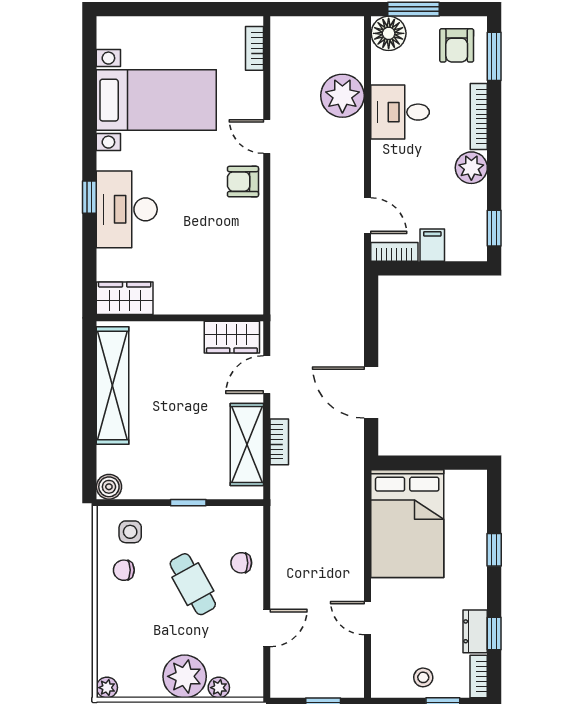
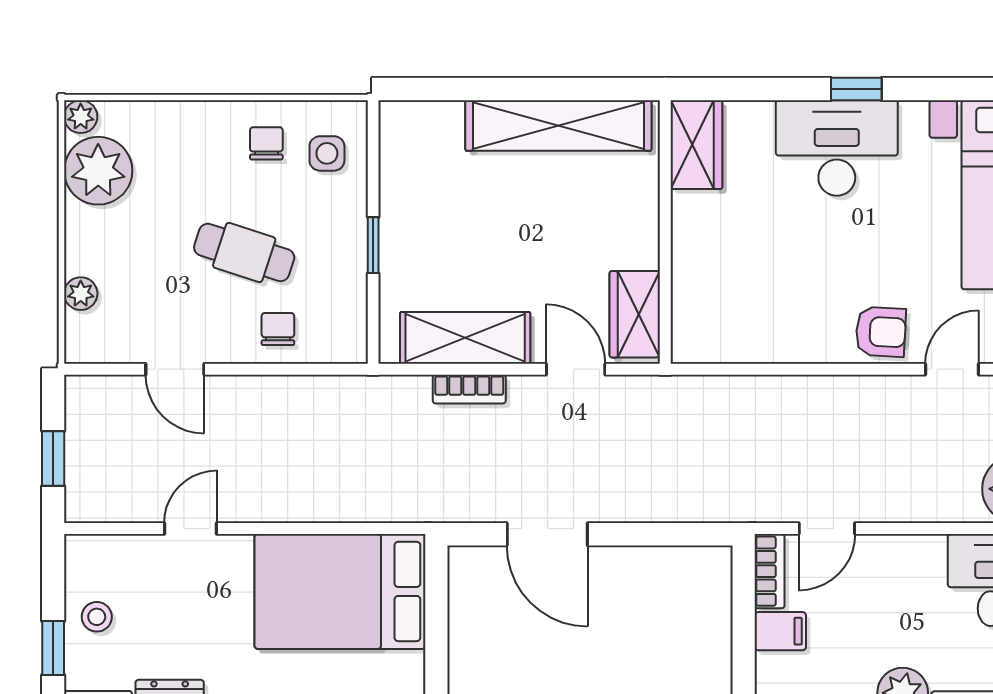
armchair: (243, 182) -> (881, 332), turned 93
door: (371, 393) -> (547, 534), swing flipped
boiler: (109, 487) -> (398, 120), removed
cafe table: (193, 584) -> (244, 252), turned 47
plant: (185, 676) -> (98, 171), moved

